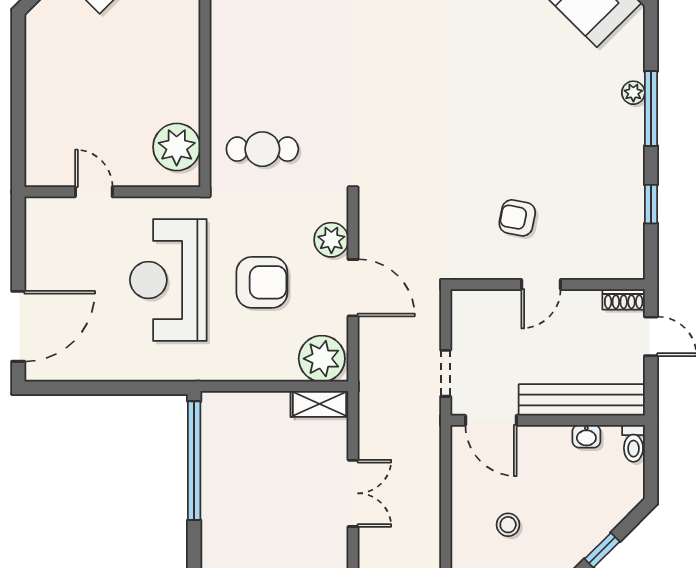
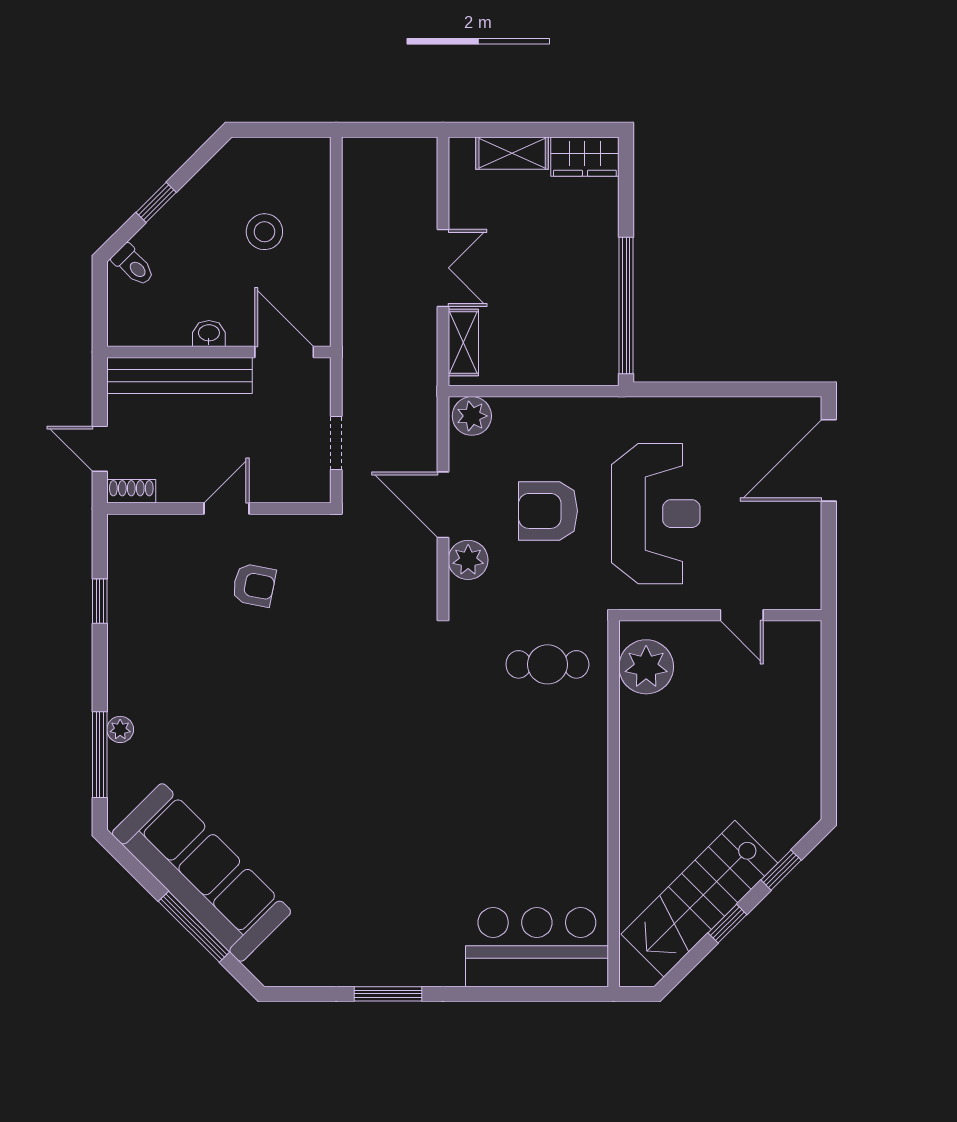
window: (651, 108) -> (100, 755), moved
plant: (322, 359) -> (472, 416), width x0.73, depth x0.73
doorway: (446, 373) -> (336, 443), moved
shelving: (320, 404) -> (463, 343), moved, turned 90
washbasin: (586, 436) -> (209, 334), moved
toilet: (633, 443) -> (133, 265), moved, turned 135
double door: (353, 493) -> (443, 268), swing flipped
stool: (508, 525) -> (264, 232), width x1.37, depth x1.37

